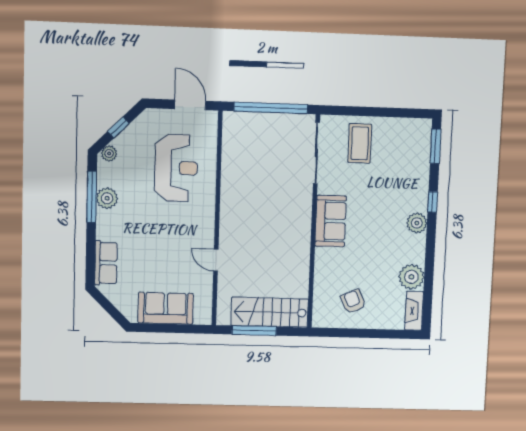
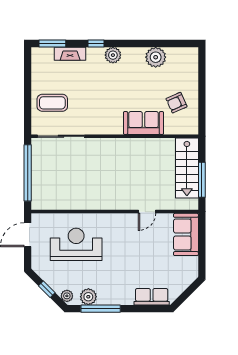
plant: (107, 198) -> (88, 297), moved
sofa: (331, 221) -> (144, 123), moved
sofa: (166, 308) -> (186, 234), moved
fireplace: (414, 311) -> (70, 54), moved

